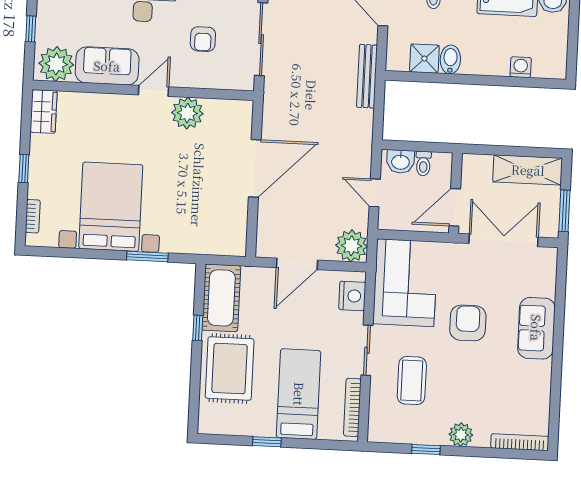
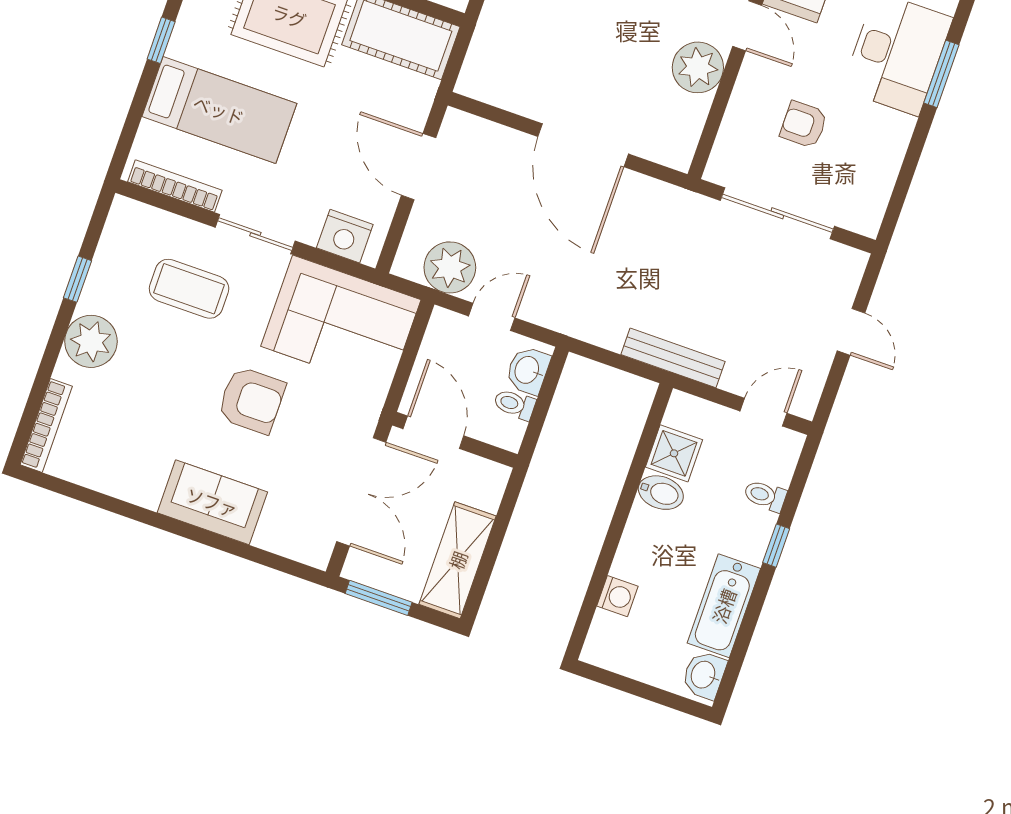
plant: (351, 246) -> (450, 267), moved
plant: (461, 435) -> (91, 341), width x1.36, depth x1.36

